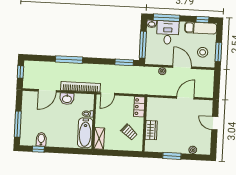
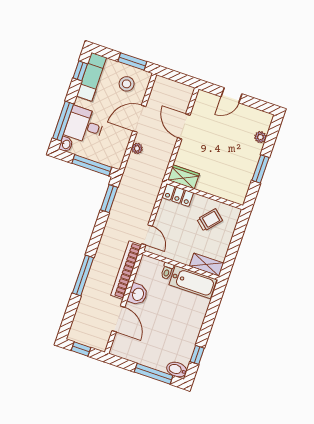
wardrobe: (151, 130) -> (183, 177), moved
bidet: (41, 139) -> (177, 370), moved

